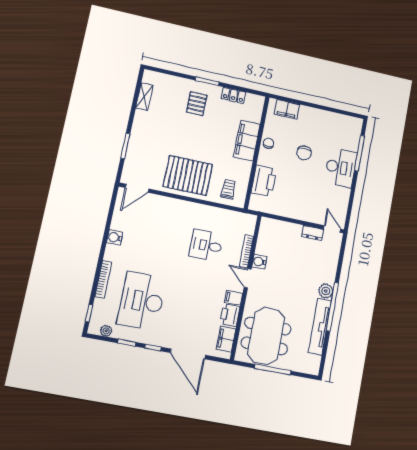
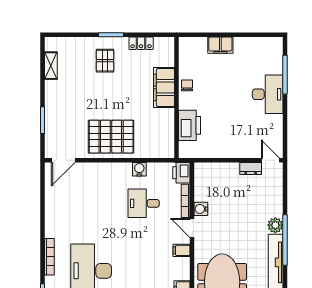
filing cabinet: (287, 109) -> (220, 45), moved
chair: (304, 153) -> (226, 87), removed
trolley: (228, 189) -> (155, 142), removed
water cooler: (115, 237) -> (139, 169), moved, turned 90
printer: (230, 315) -> (181, 173), moved

